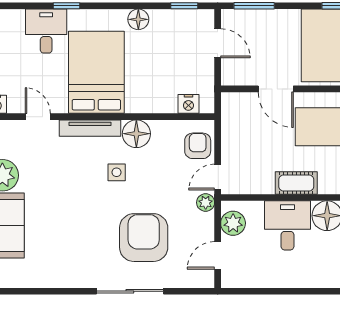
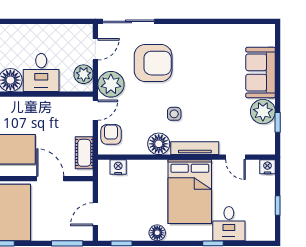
door: (218, 43) -> (95, 214), hinge flipped
armchair: (198, 146) -> (111, 134), turned 180
cot: (296, 183) -> (84, 153), moved, turned 90
plant: (206, 203) -> (111, 84), width x1.88, depth x1.88
armchair: (144, 238) -> (153, 63), turned -90
sliding door: (130, 291) -> (128, 21), moved

